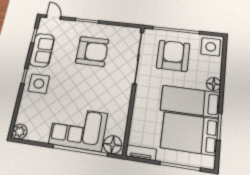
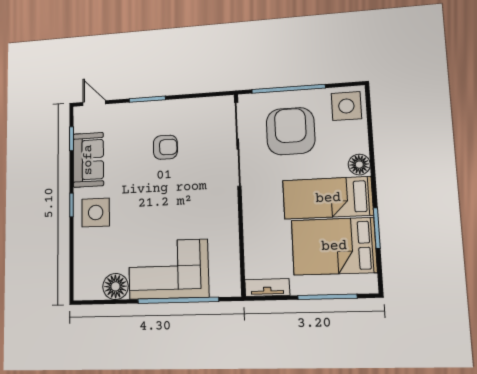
armchair: (92, 51) -> (165, 147), width x0.53, depth x0.53
plant: (20, 132) -> (84, 289), removed
floor lamp: (113, 145) -> (115, 286), moved

